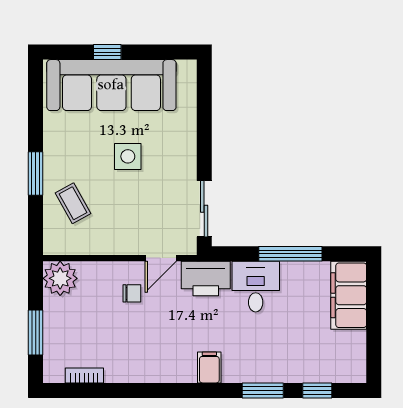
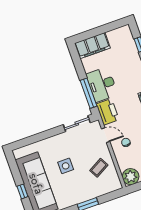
coffee table: (73, 203) -> (99, 168), moved
window: (290, 254) -> (89, 93), moved
desk: (256, 287) -> (102, 84), width x1.37

